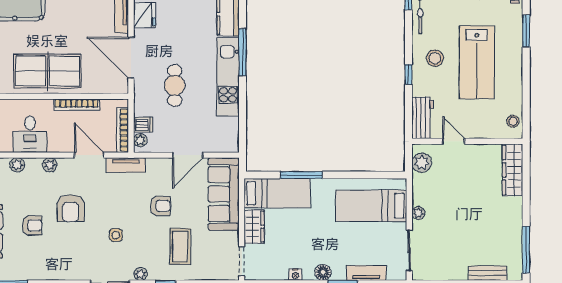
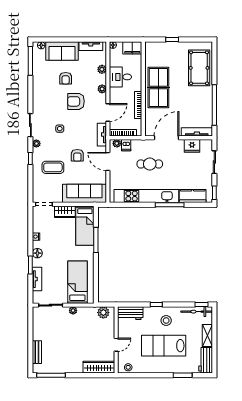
kitchen unit: (228, 77) -> (146, 196), width x1.36
door: (453, 141) -> (116, 345), moved
door: (188, 155) -> (108, 161), moved

